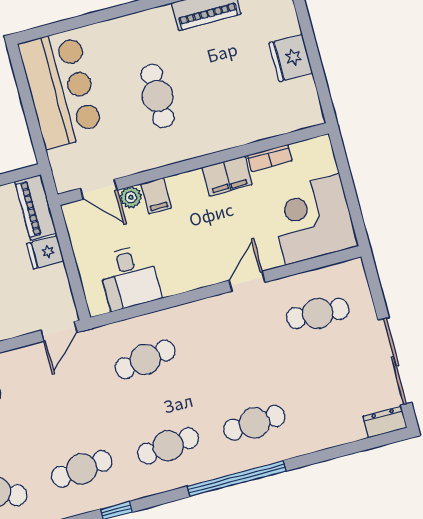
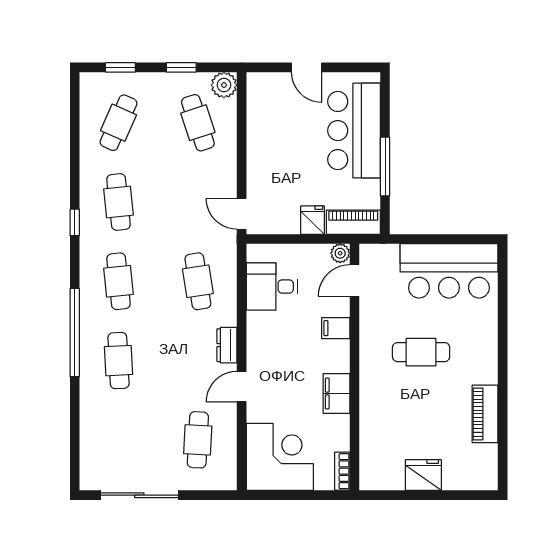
bookcase: (270, 158) -> (342, 471), moved
plant: (131, 197) -> (340, 253), moved
door: (247, 281) -> (242, 387), swing flipped
dresser: (385, 422) -> (227, 345), moved, turned 180

